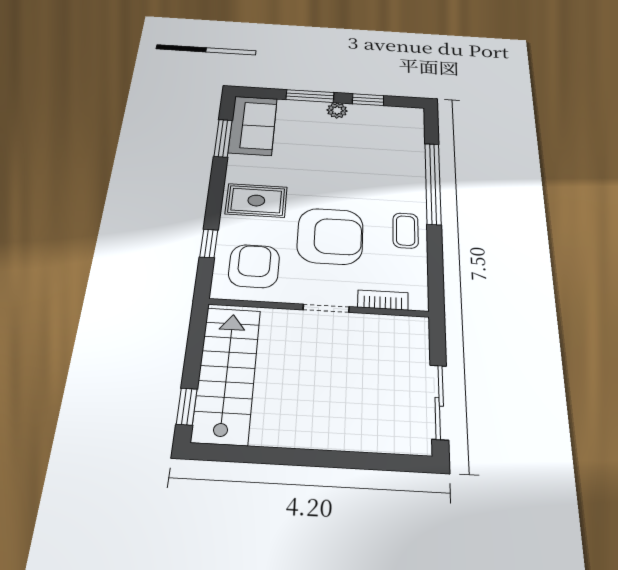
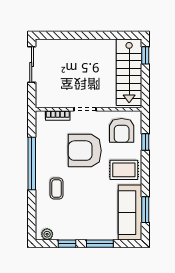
plant: (337, 110) -> (47, 234), moved
sofa: (253, 125) -> (130, 213), width x1.36
window: (433, 183) -> (32, 163), moved
coffee table: (406, 231) -> (57, 189), moved

